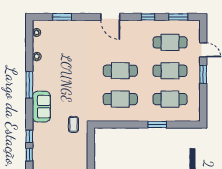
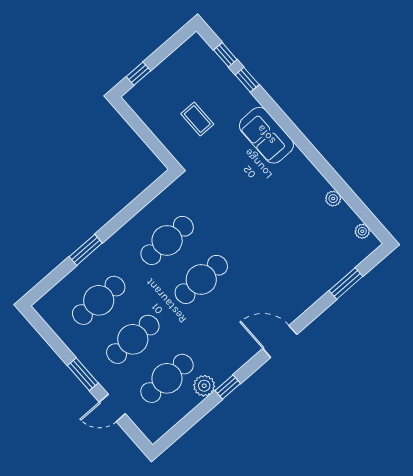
window: (178, 17) -> (186, 423), removed
plant: (157, 26) -> (204, 386), added
window: (29, 85) -> (309, 151), removed
coffee table: (74, 124) -> (197, 119), moved

